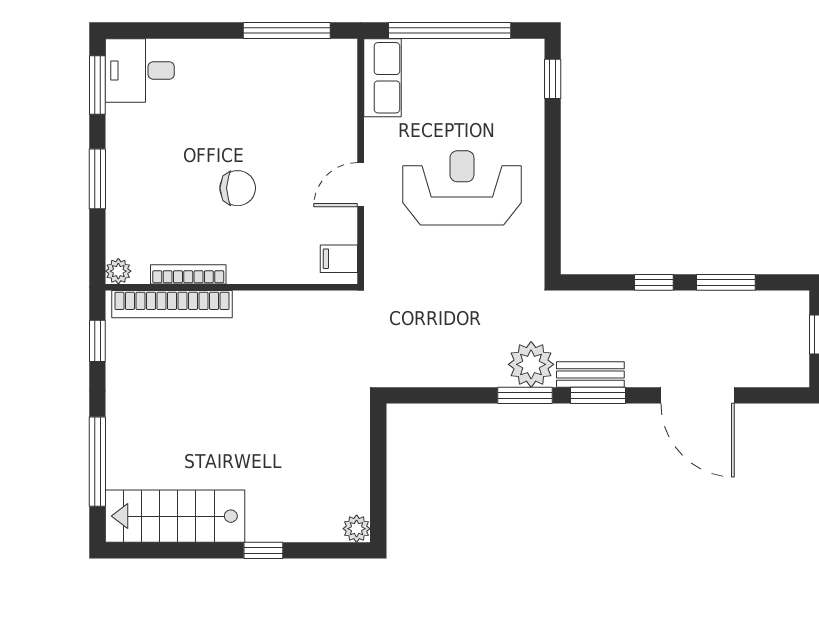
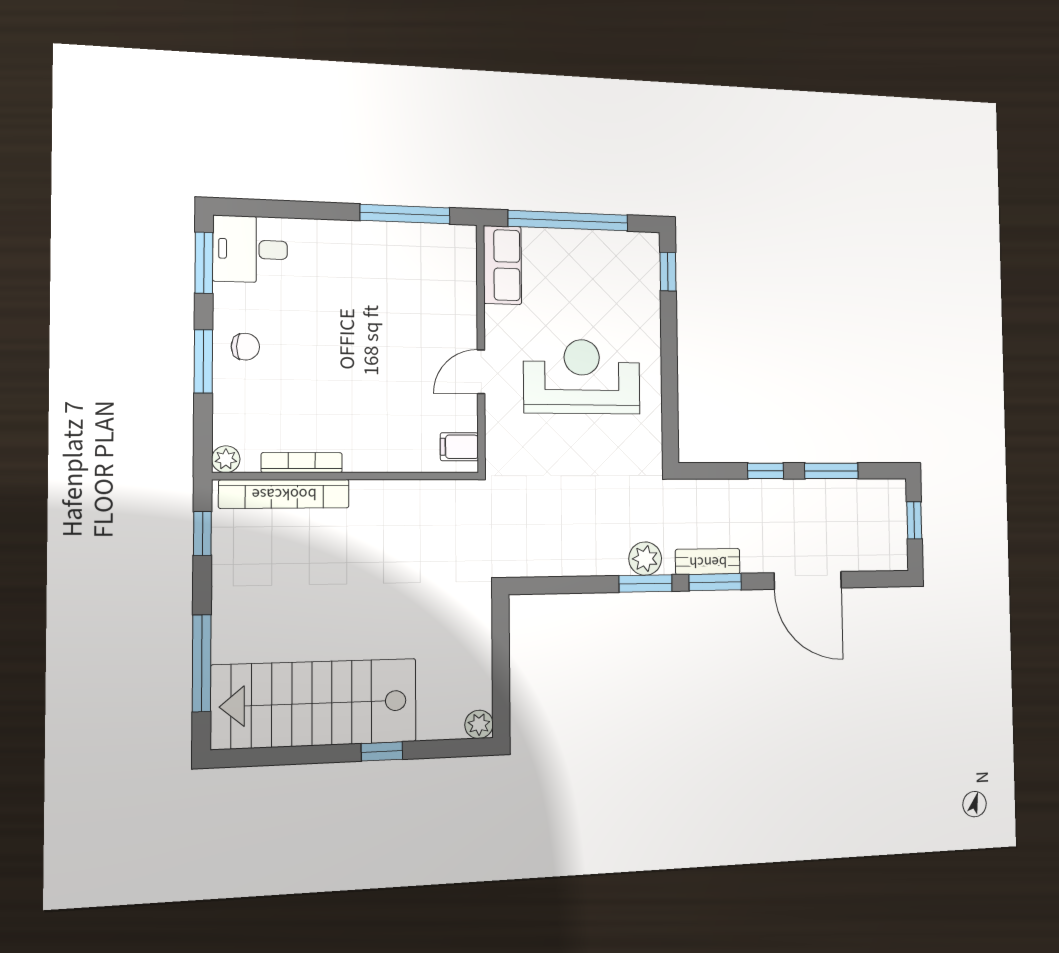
chair: (238, 188) -> (245, 347), moved, width x0.73, depth x0.73
plant: (531, 364) -> (645, 559), width x0.73, depth x0.73
stairs: (175, 516) -> (315, 704), width x1.36, depth x1.51

